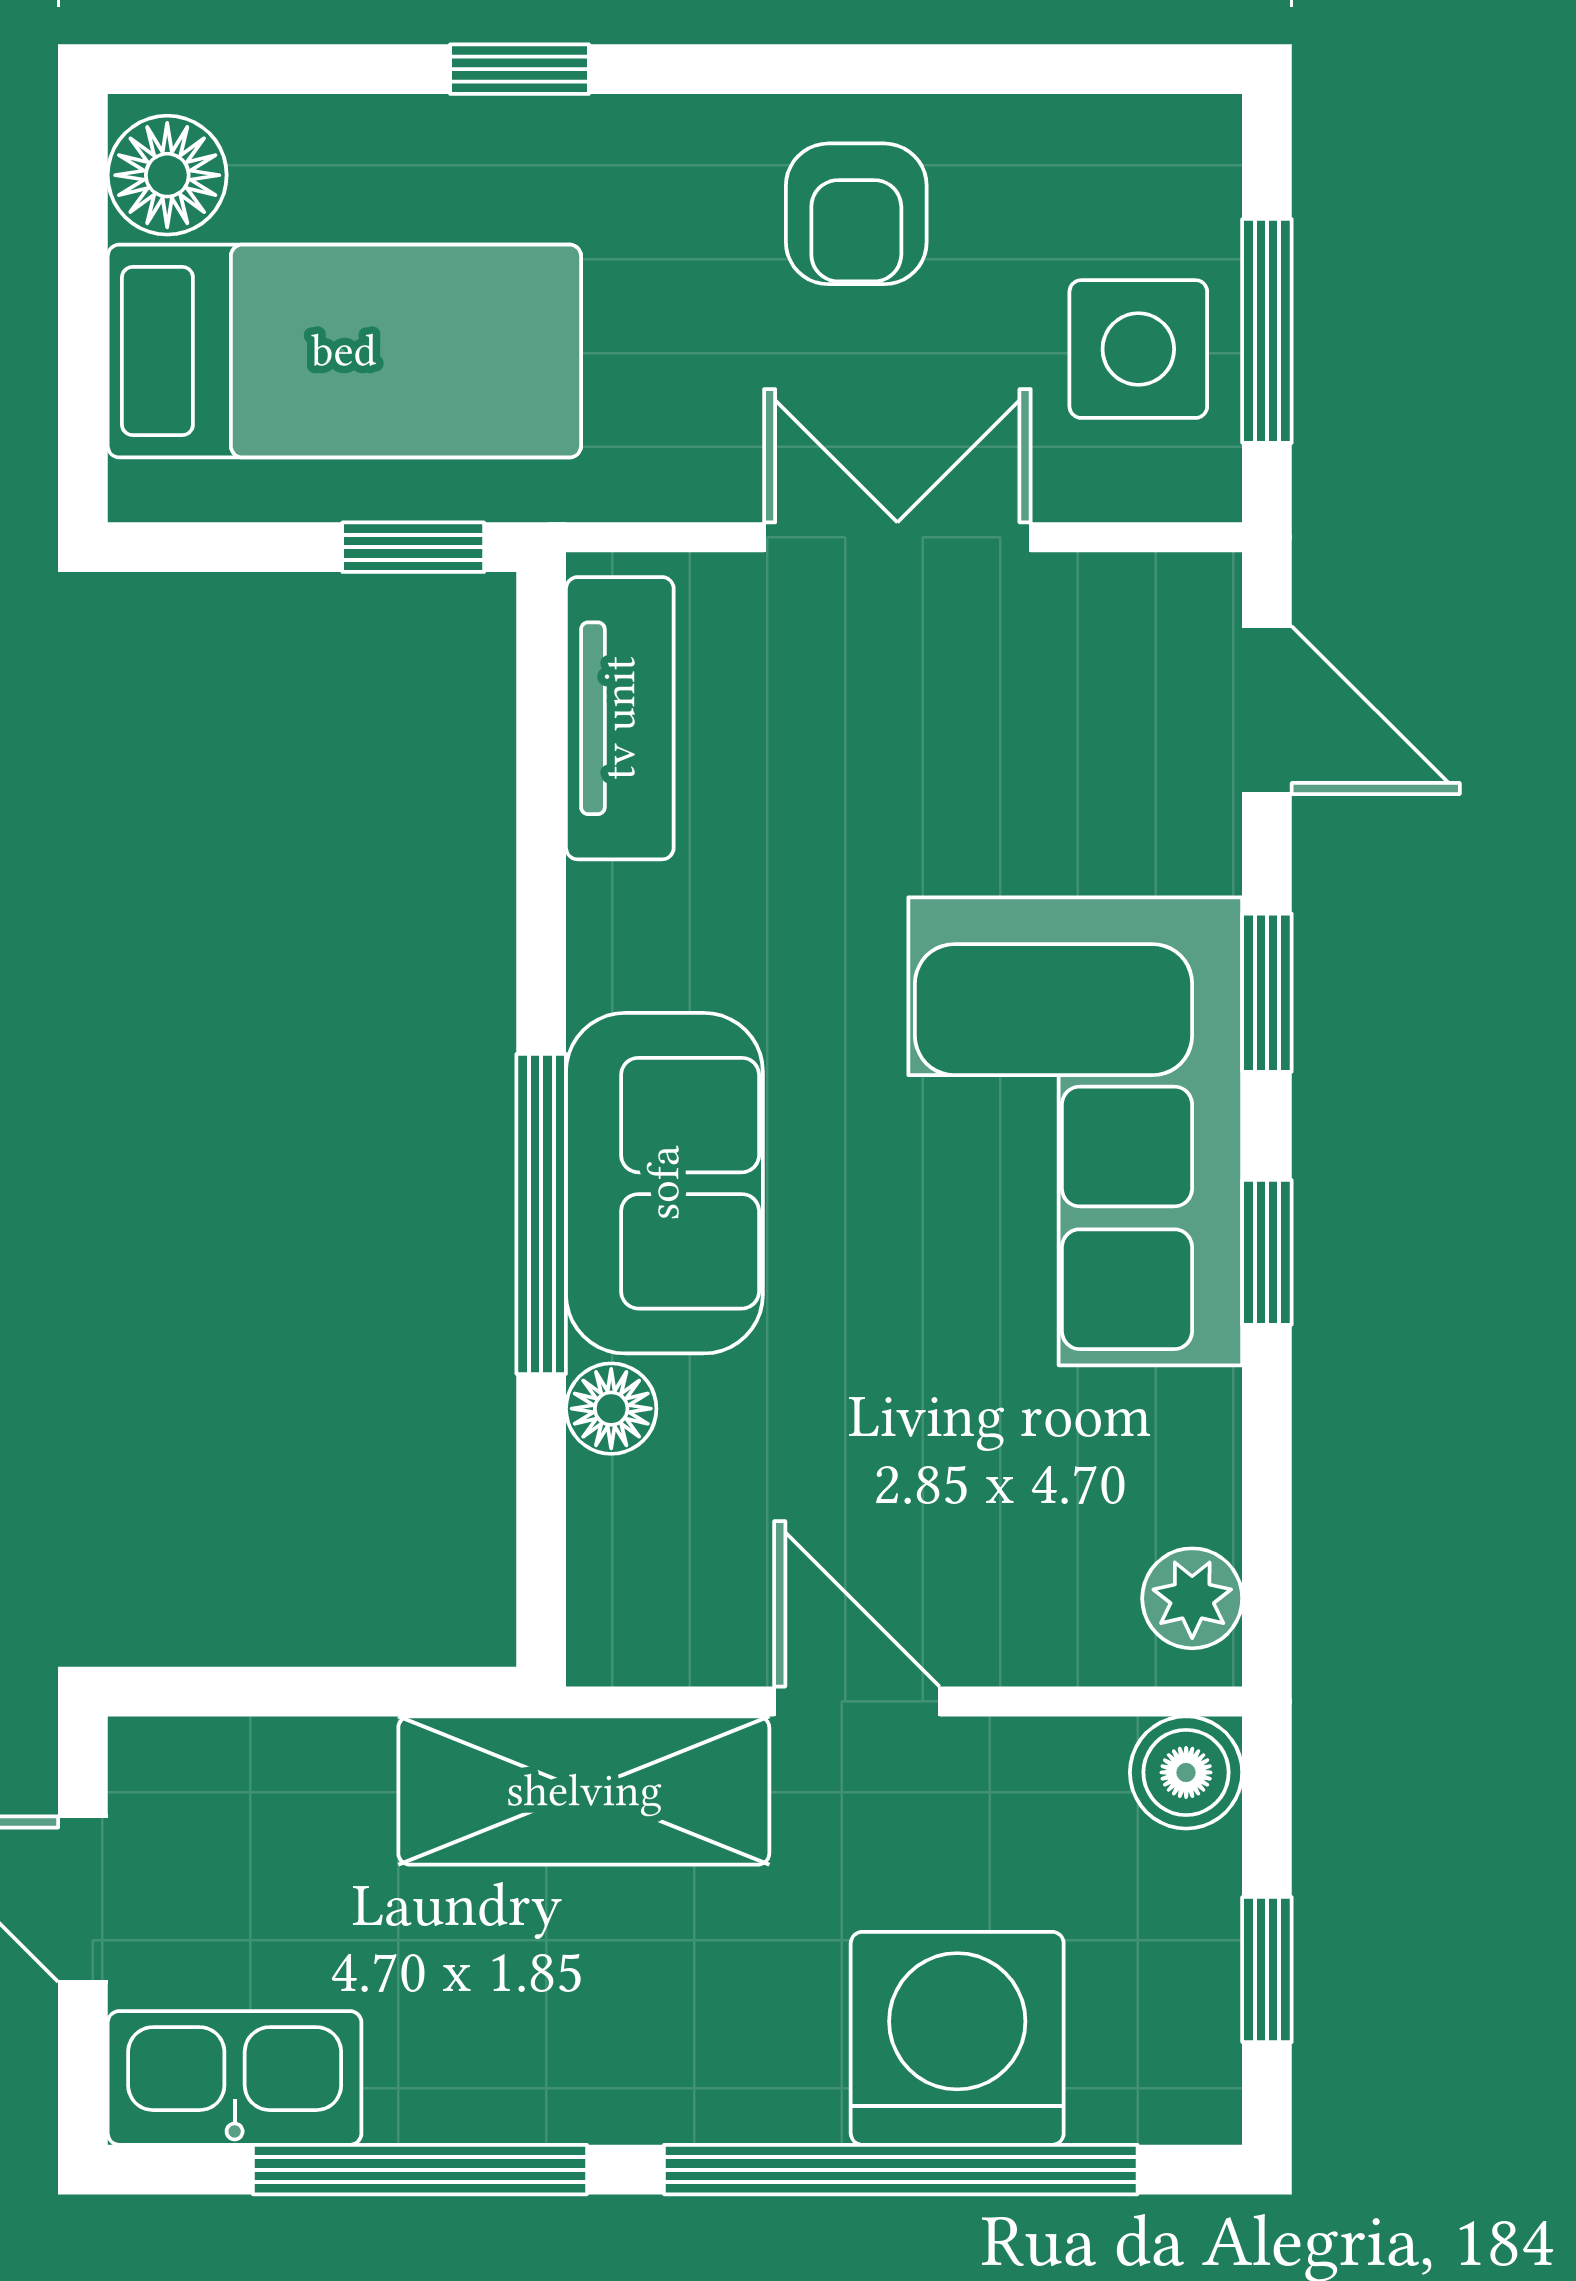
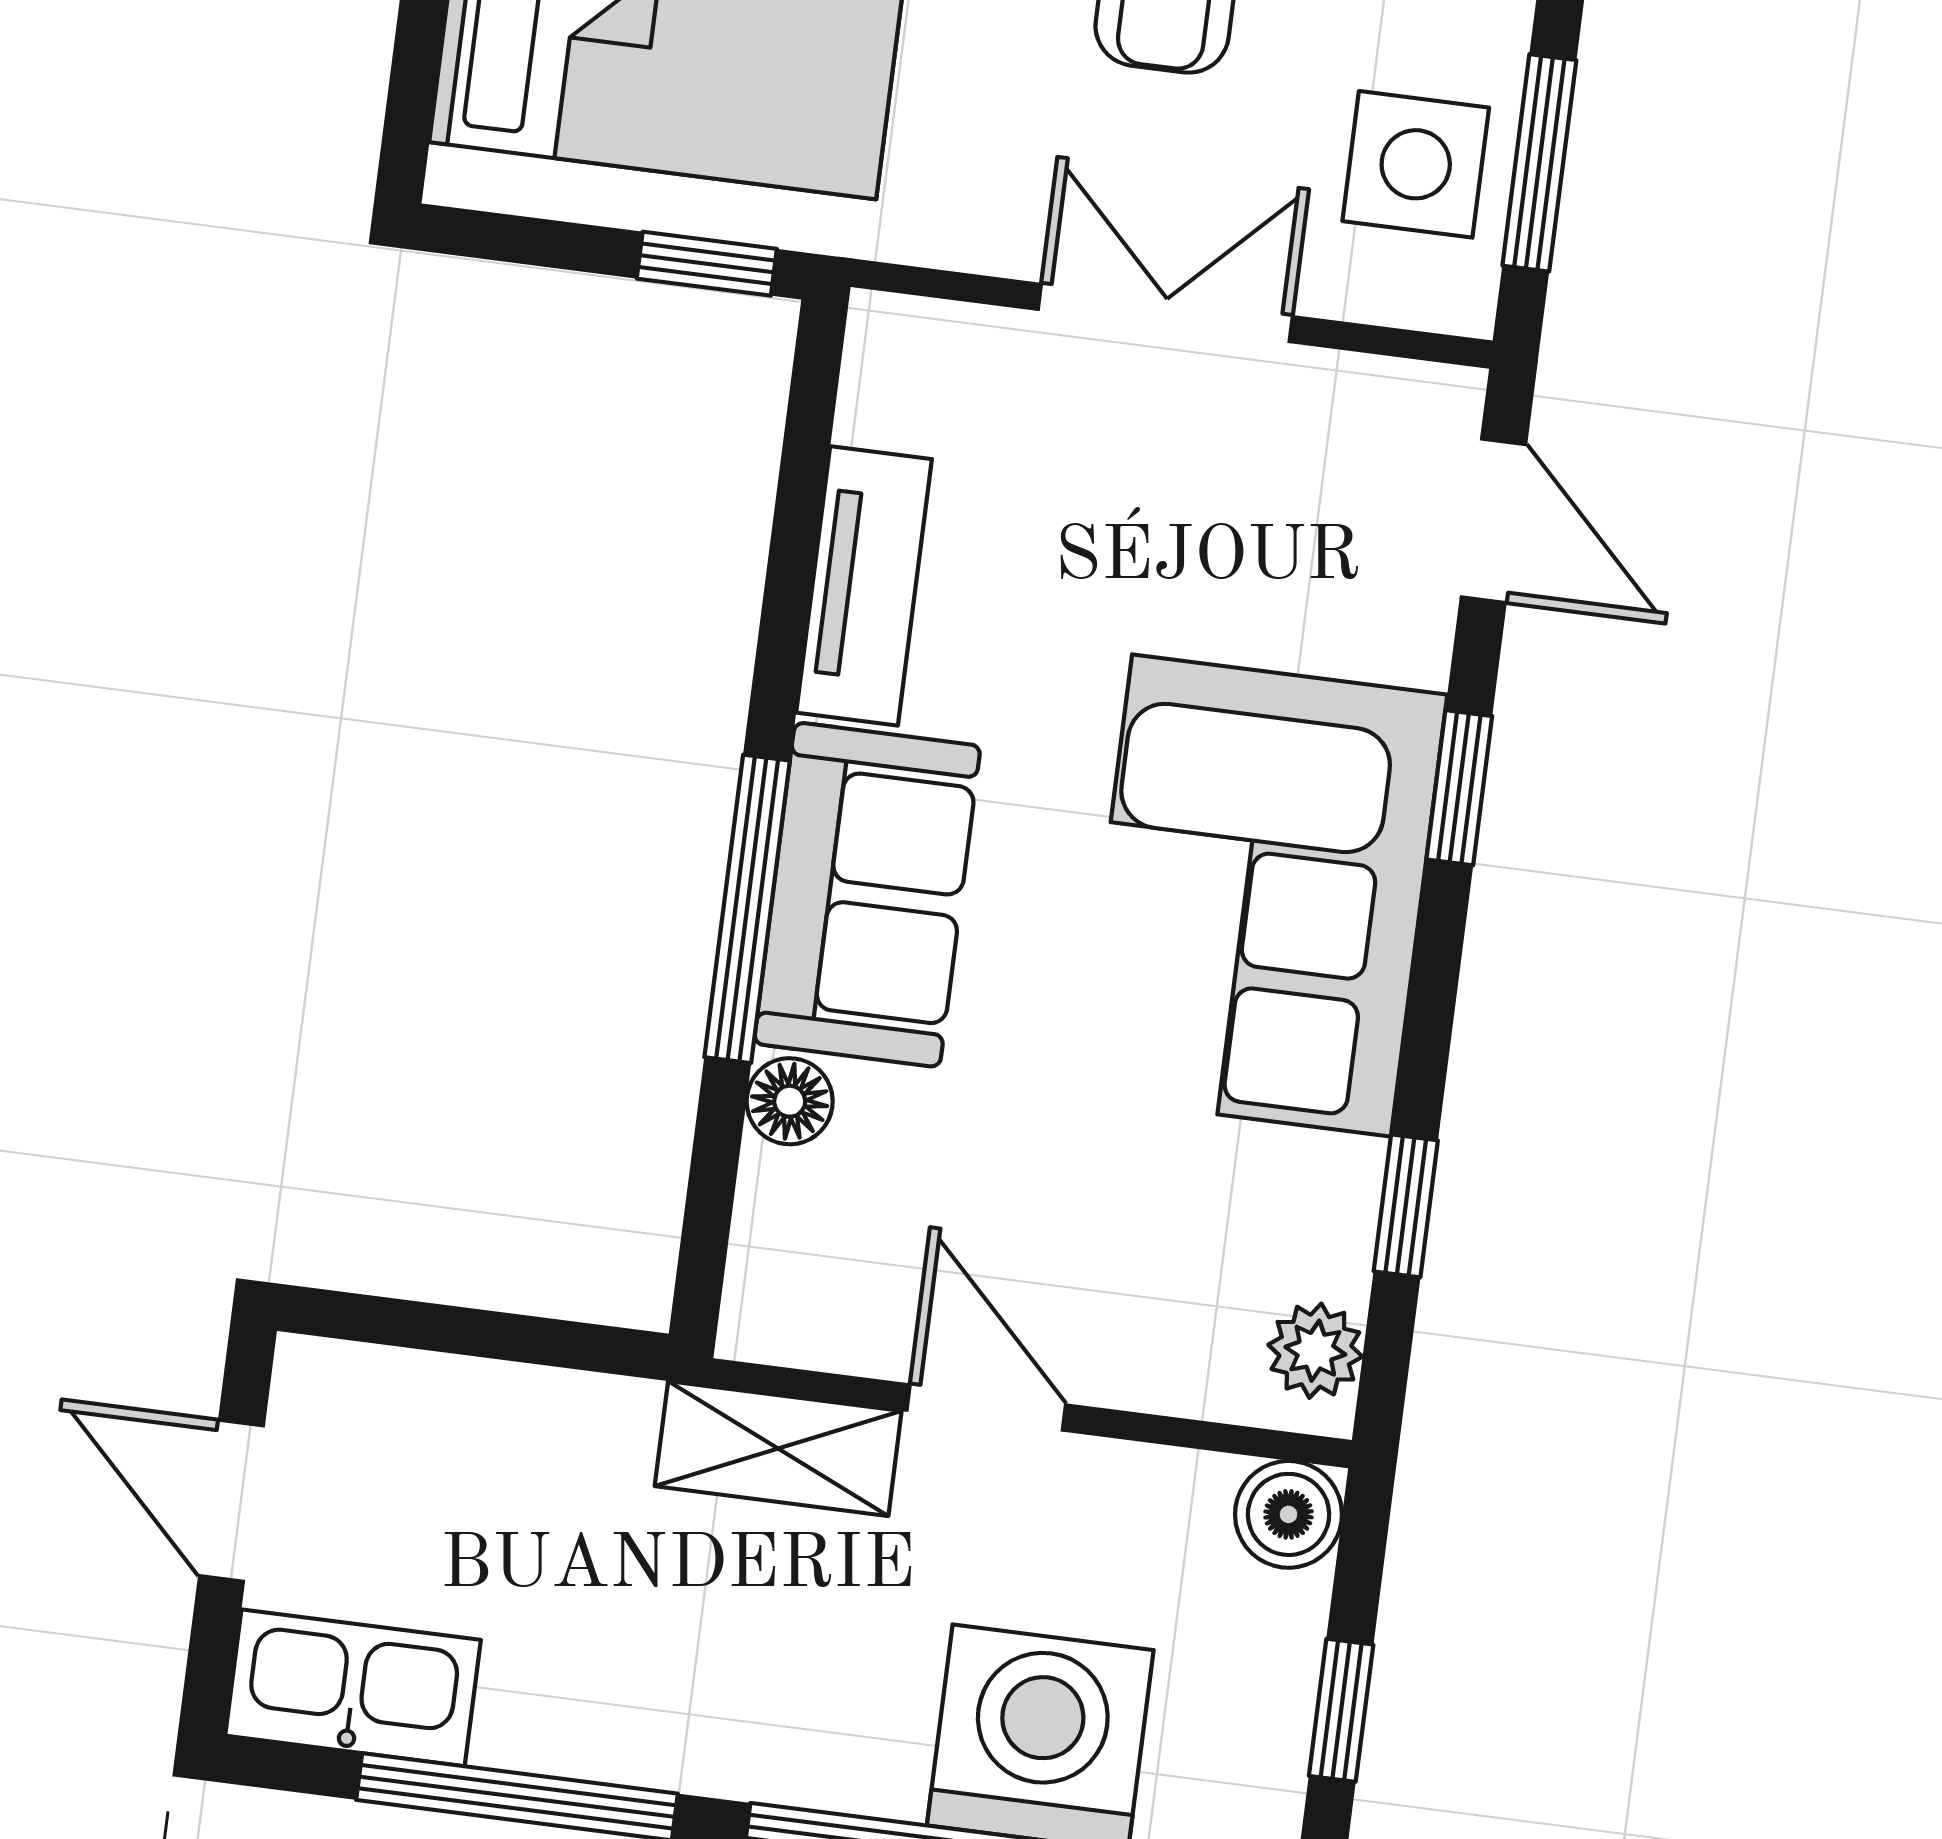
tv unit: (620, 718) -> (864, 586), moved
window: (1267, 1252) -> (1406, 1206), moved
shelving: (584, 1791) -> (778, 1449), width x0.67, depth x0.75

